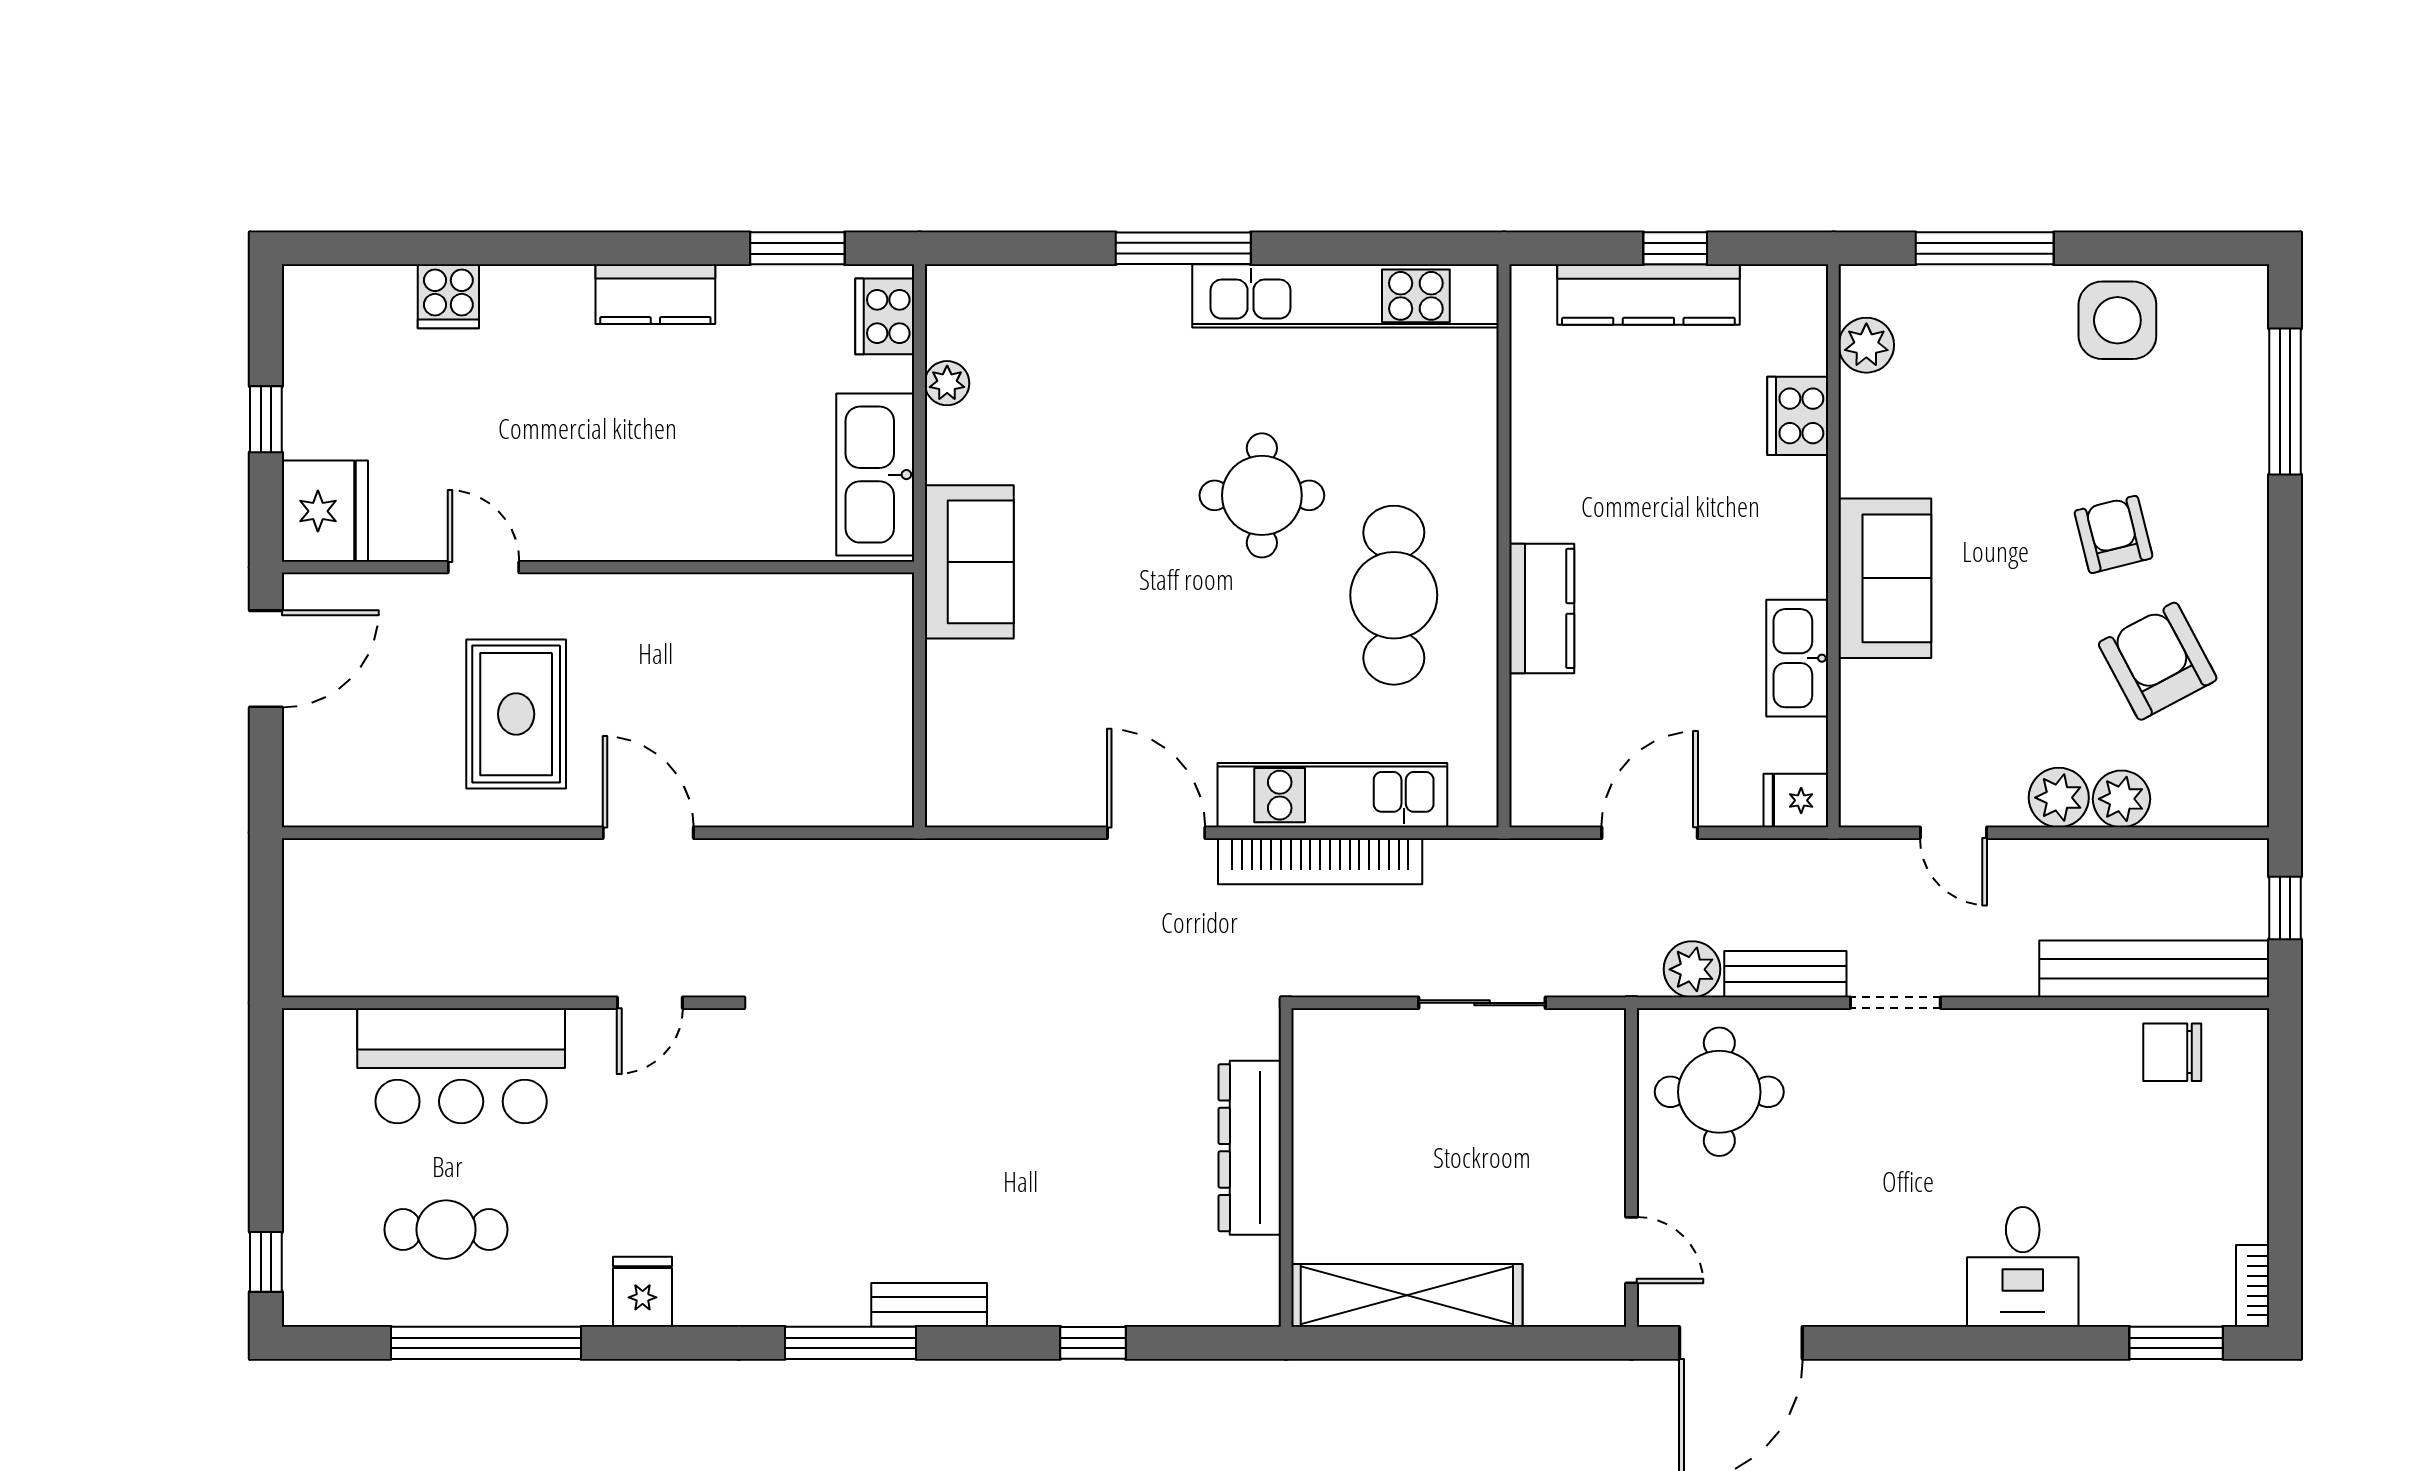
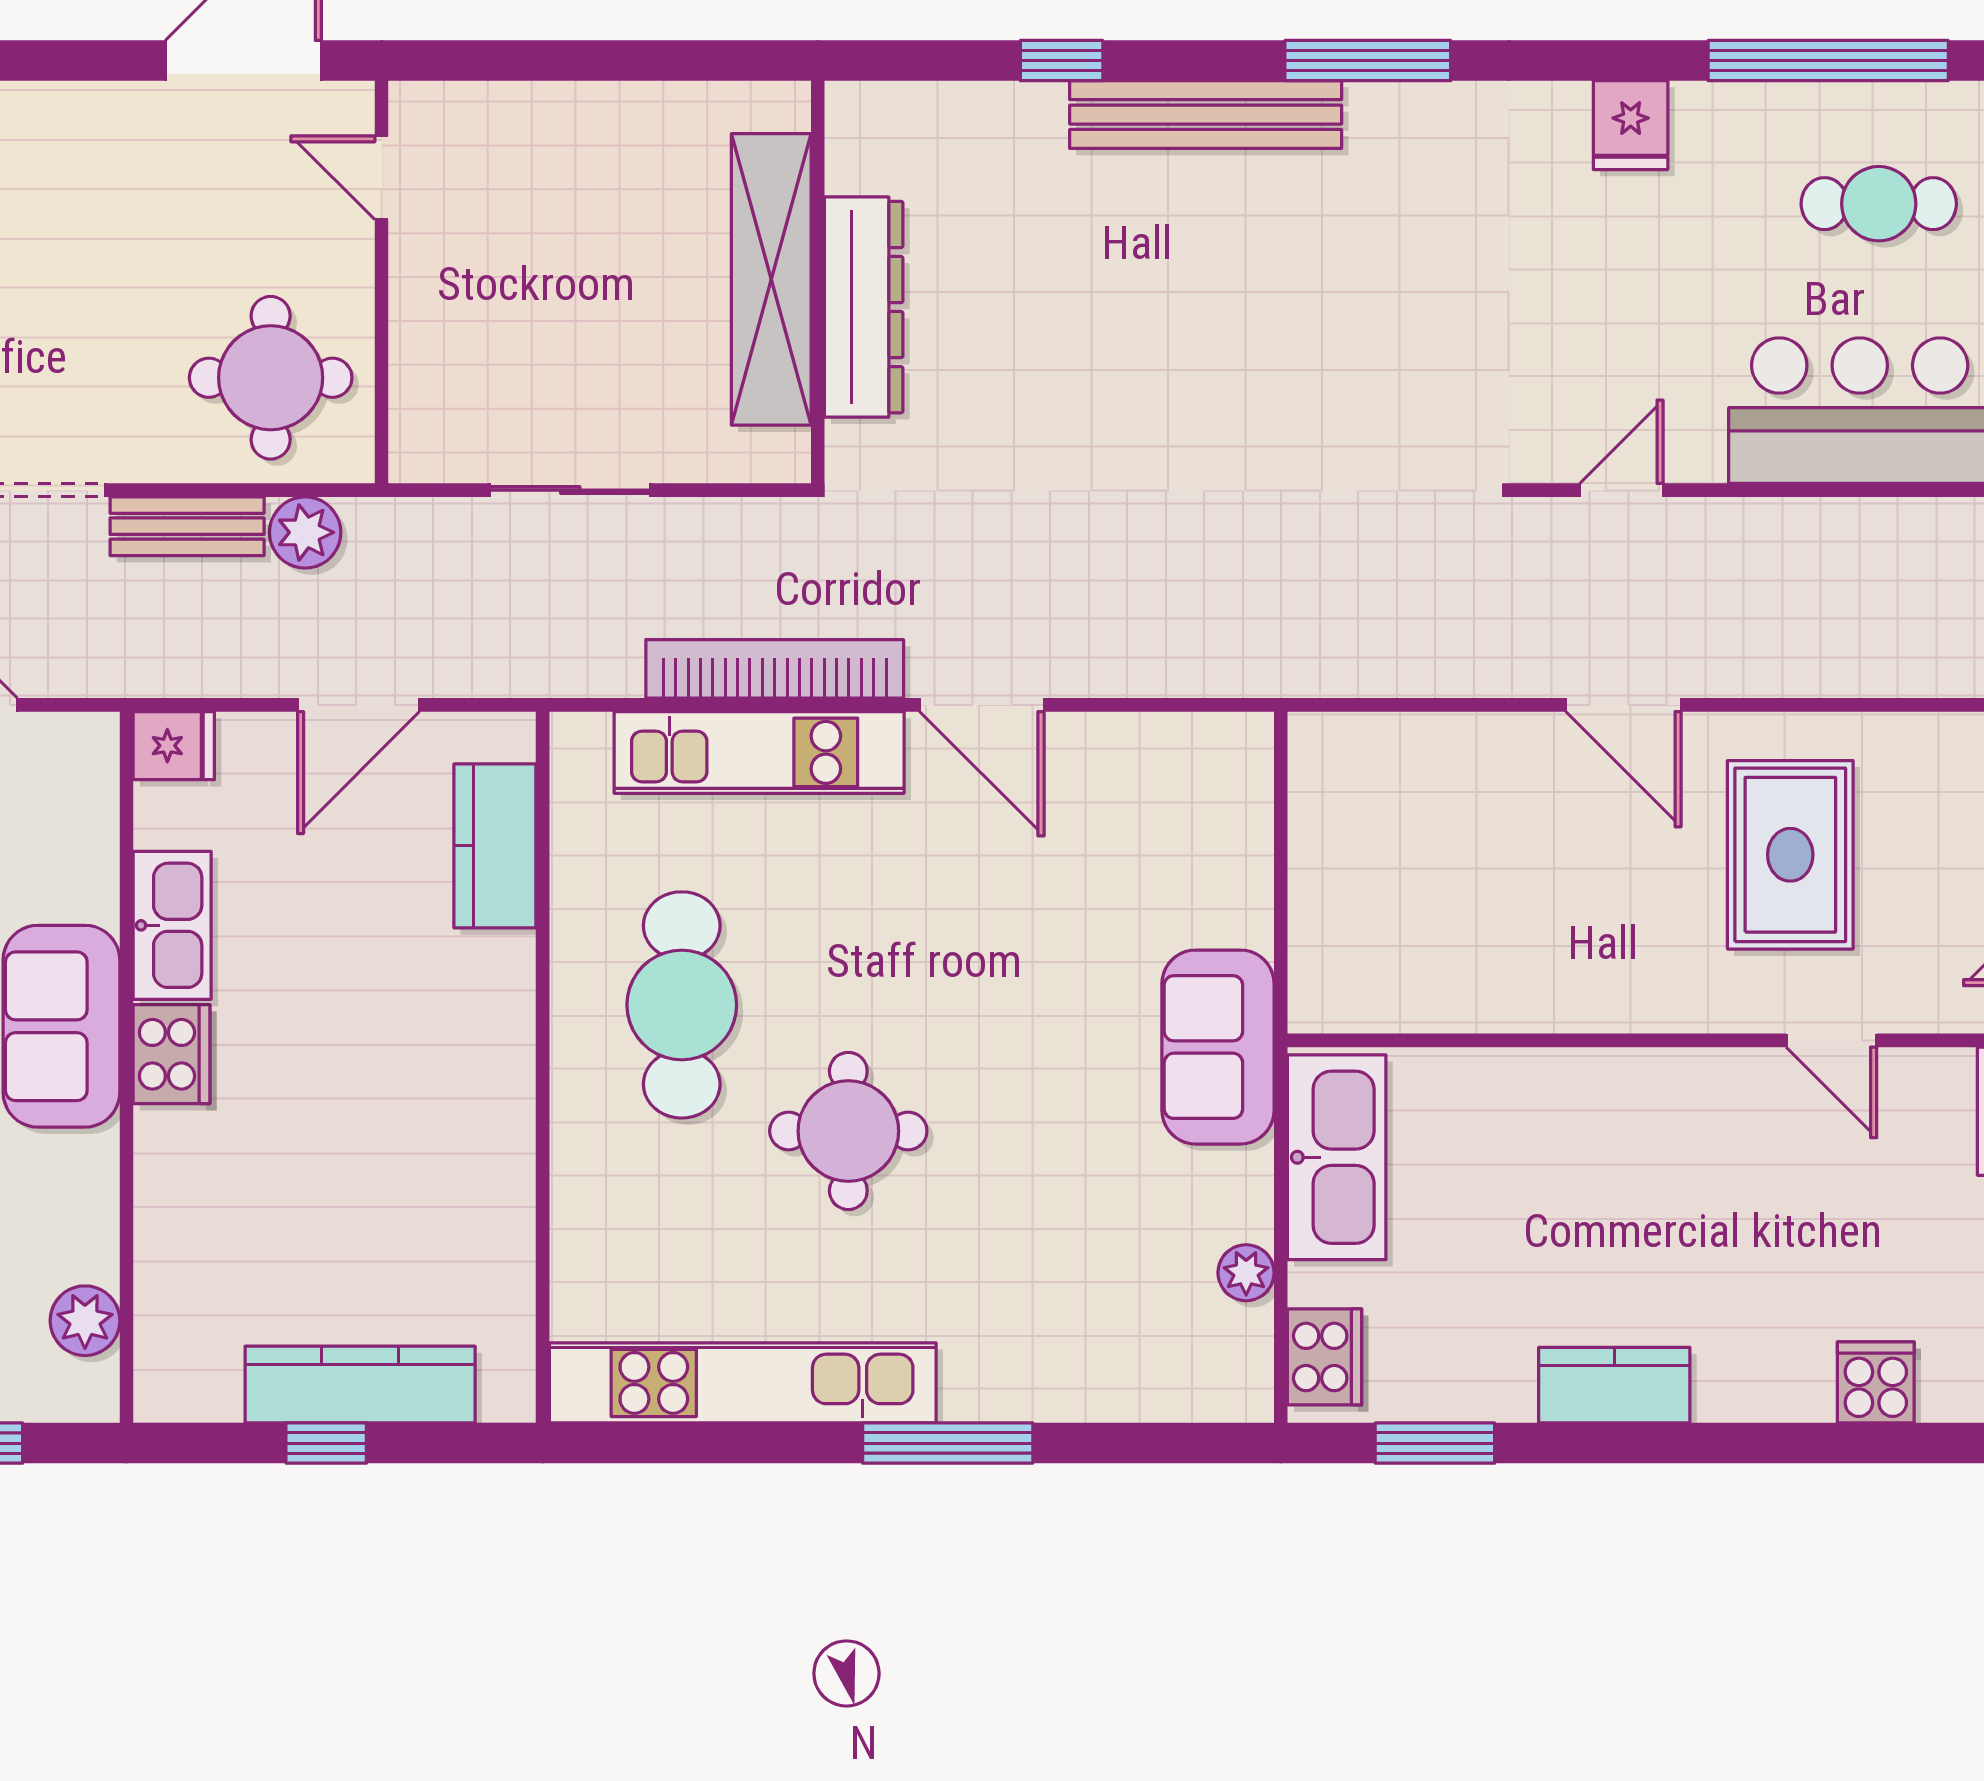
cooker: (1798, 416) -> (172, 1054), moved
kitchen counter: (1542, 608) -> (495, 846), moved
shelving: (1407, 1295) -> (771, 279), moved, turned 90
bench: (929, 1305) -> (1206, 115), width x1.86, depth x1.21

